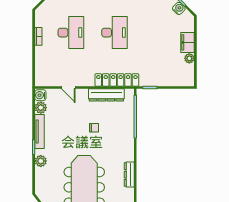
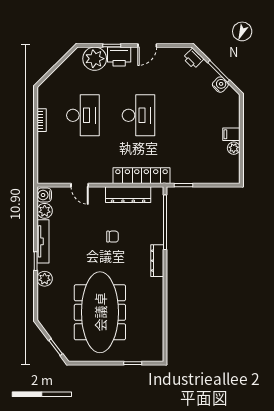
filing cabinet: (188, 42) -> (231, 134), width x0.50
dresser: (129, 175) -> (157, 261), moved

